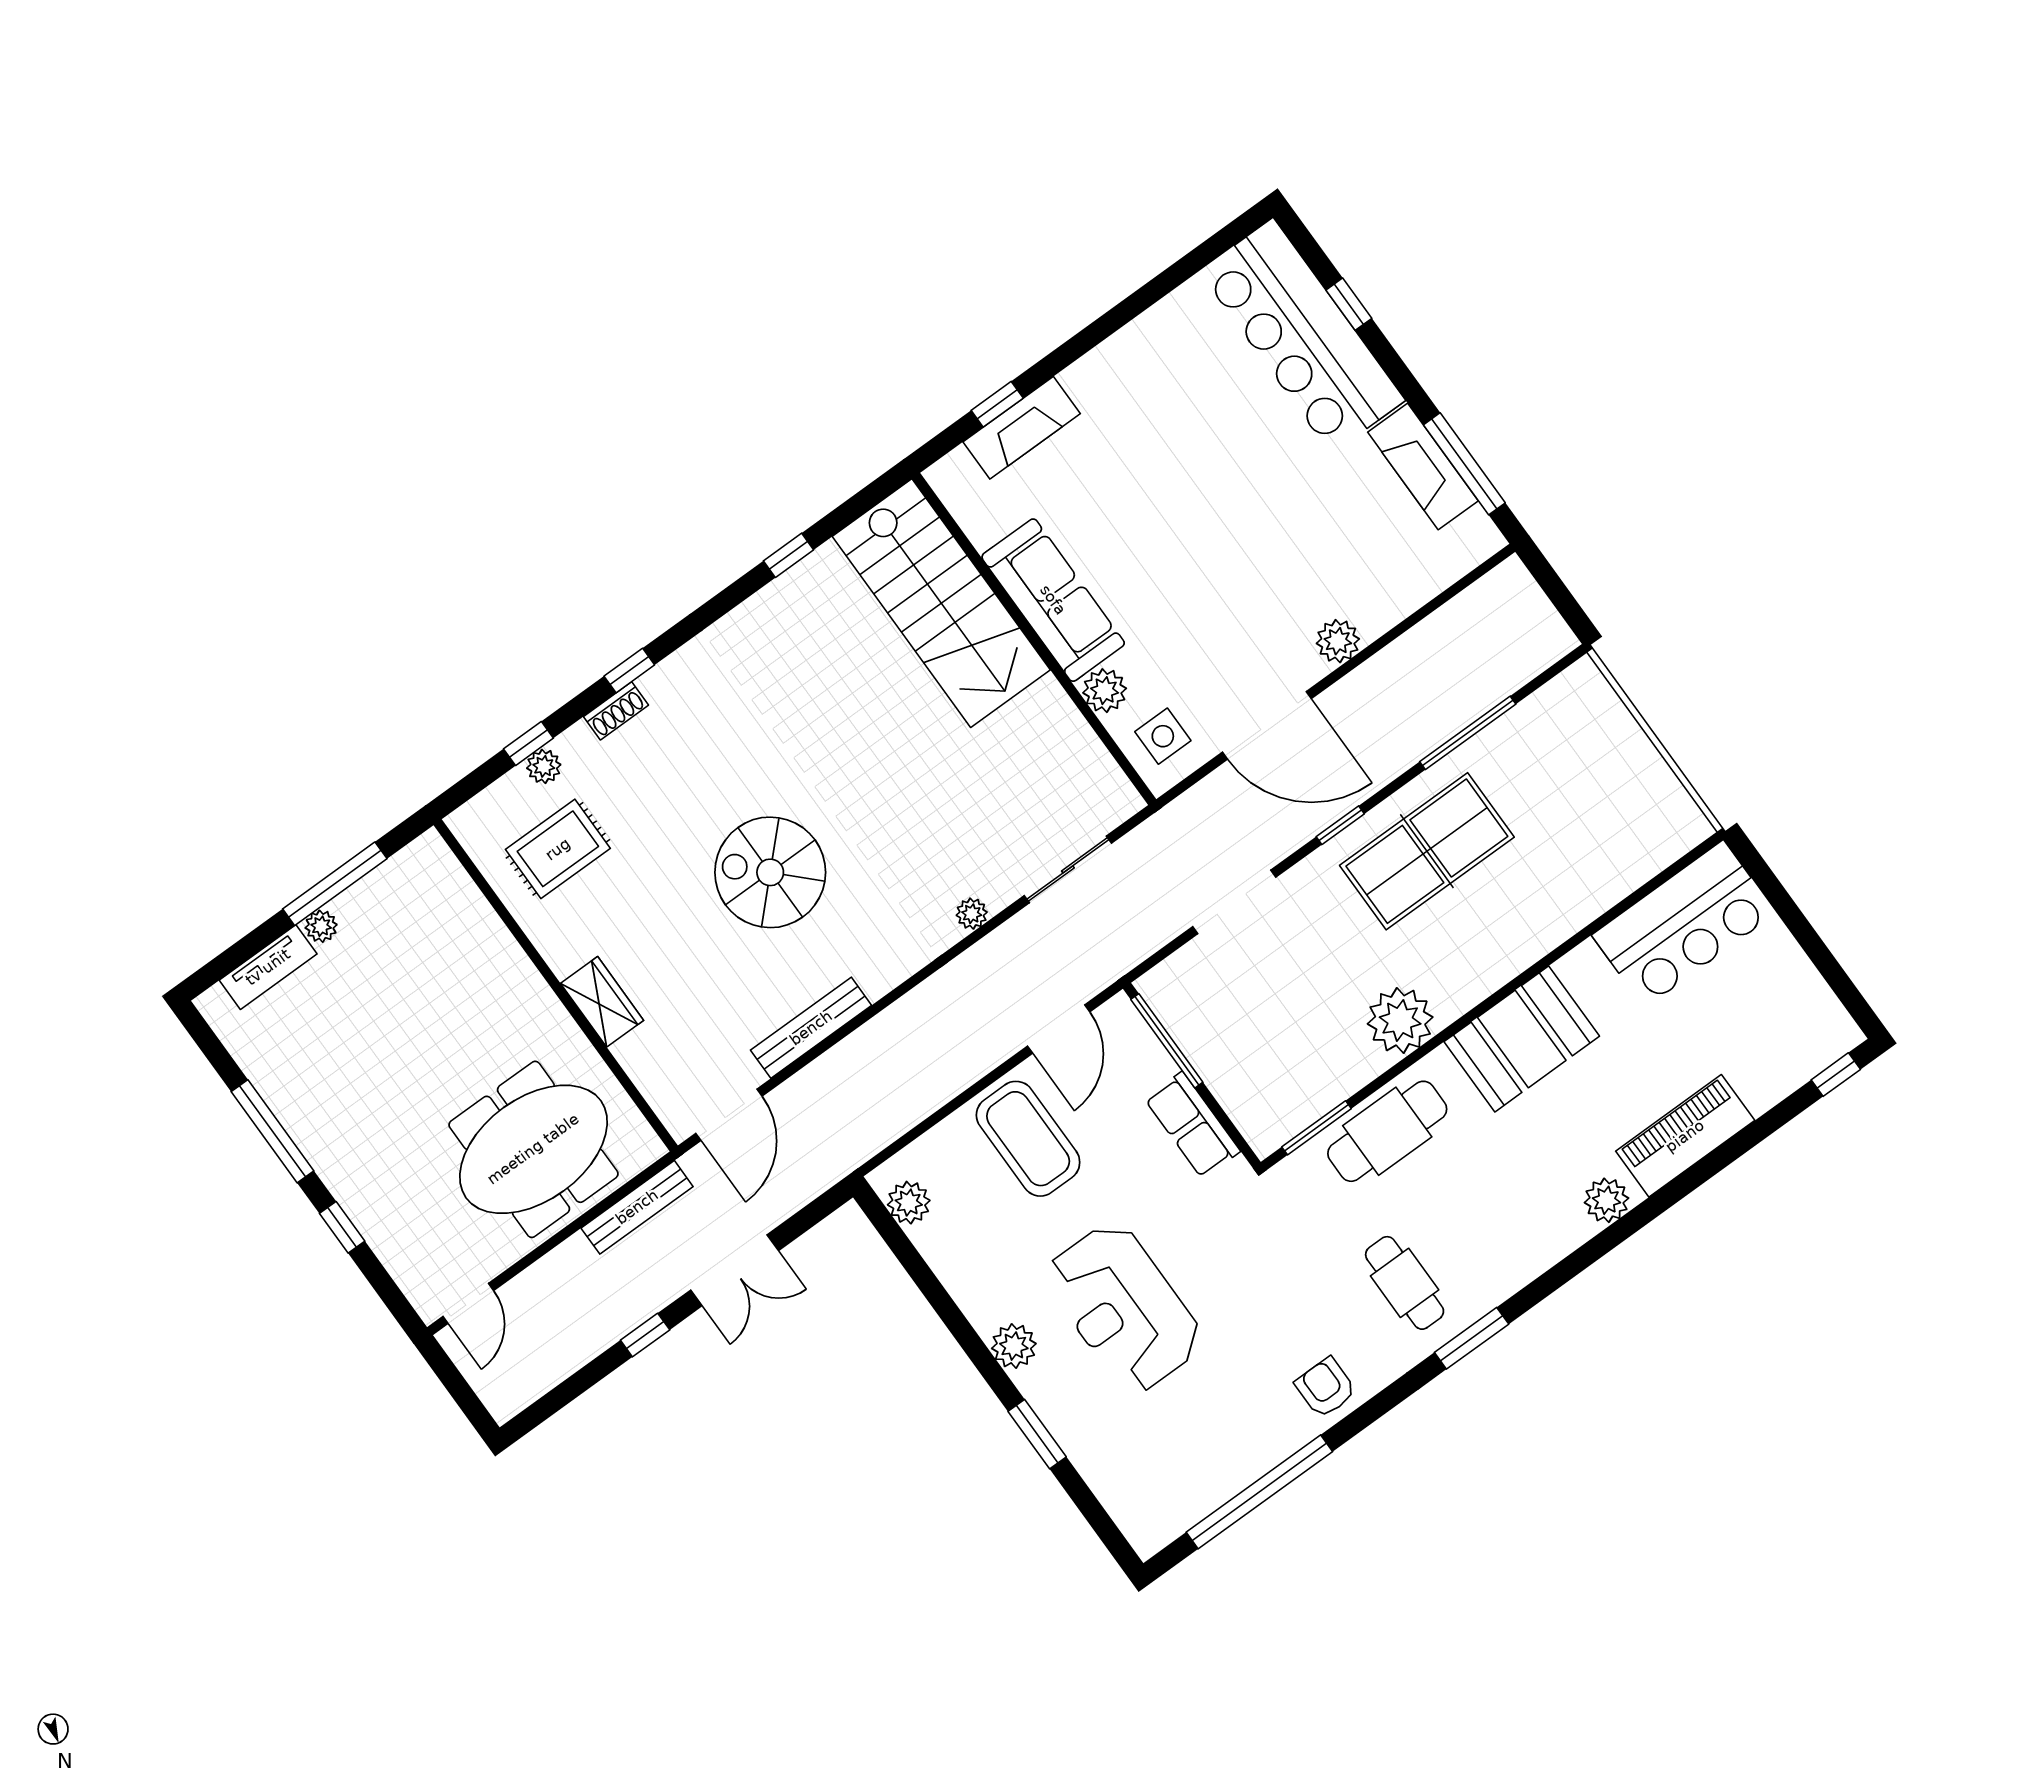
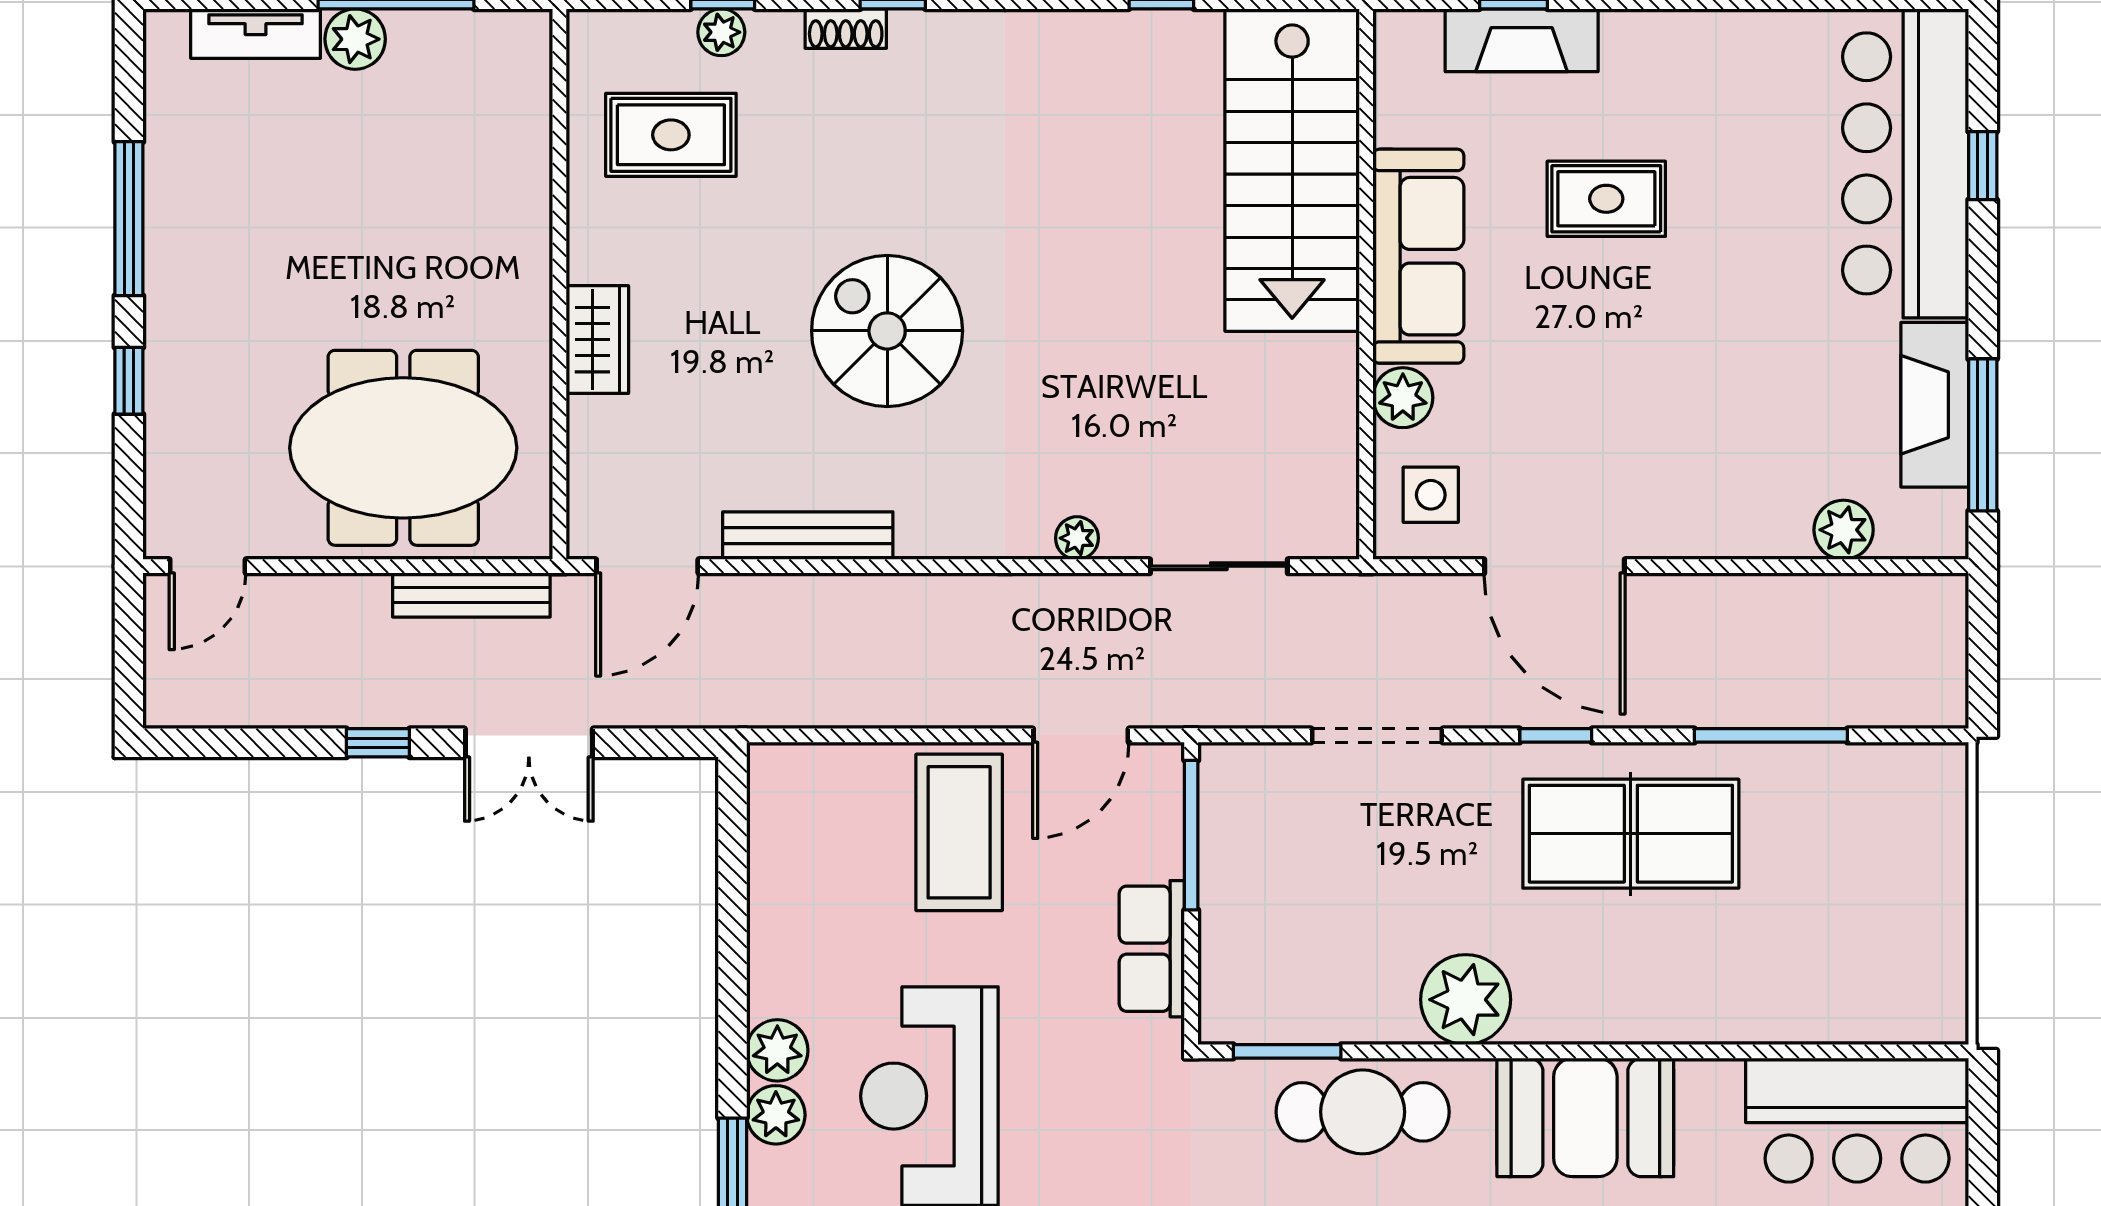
rug: (1140, 485) -> (1606, 199), added
plant: (1338, 641) -> (1844, 530), moved
plant: (321, 926) -> (355, 39), width x1.38, depth x1.38
plant: (909, 1203) -> (776, 1115), moved

